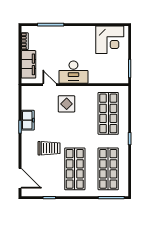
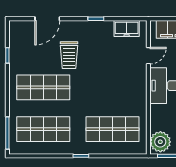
plant: (118, 75) -> (160, 142), added
display table: (67, 104) -> (124, 77), removed
freezer: (28, 120) -> (127, 29), moved
door: (20, 178) -> (47, 19), moved

